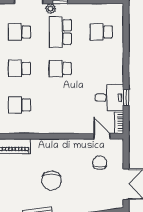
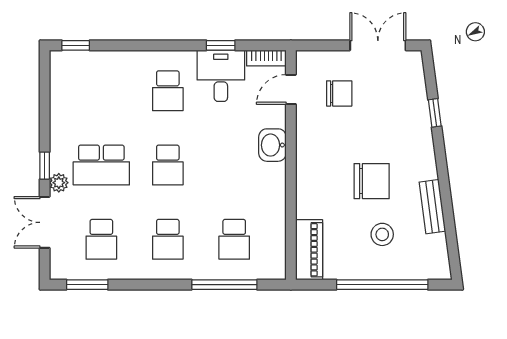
window: (126, 18) -> (76, 45), added
school desk: (101, 32) -> (168, 91), moved
washbasin: (71, 126) -> (272, 145), added
chair: (100, 163) -> (339, 93), turned 180
stool: (22, 186) -> (382, 234), added

